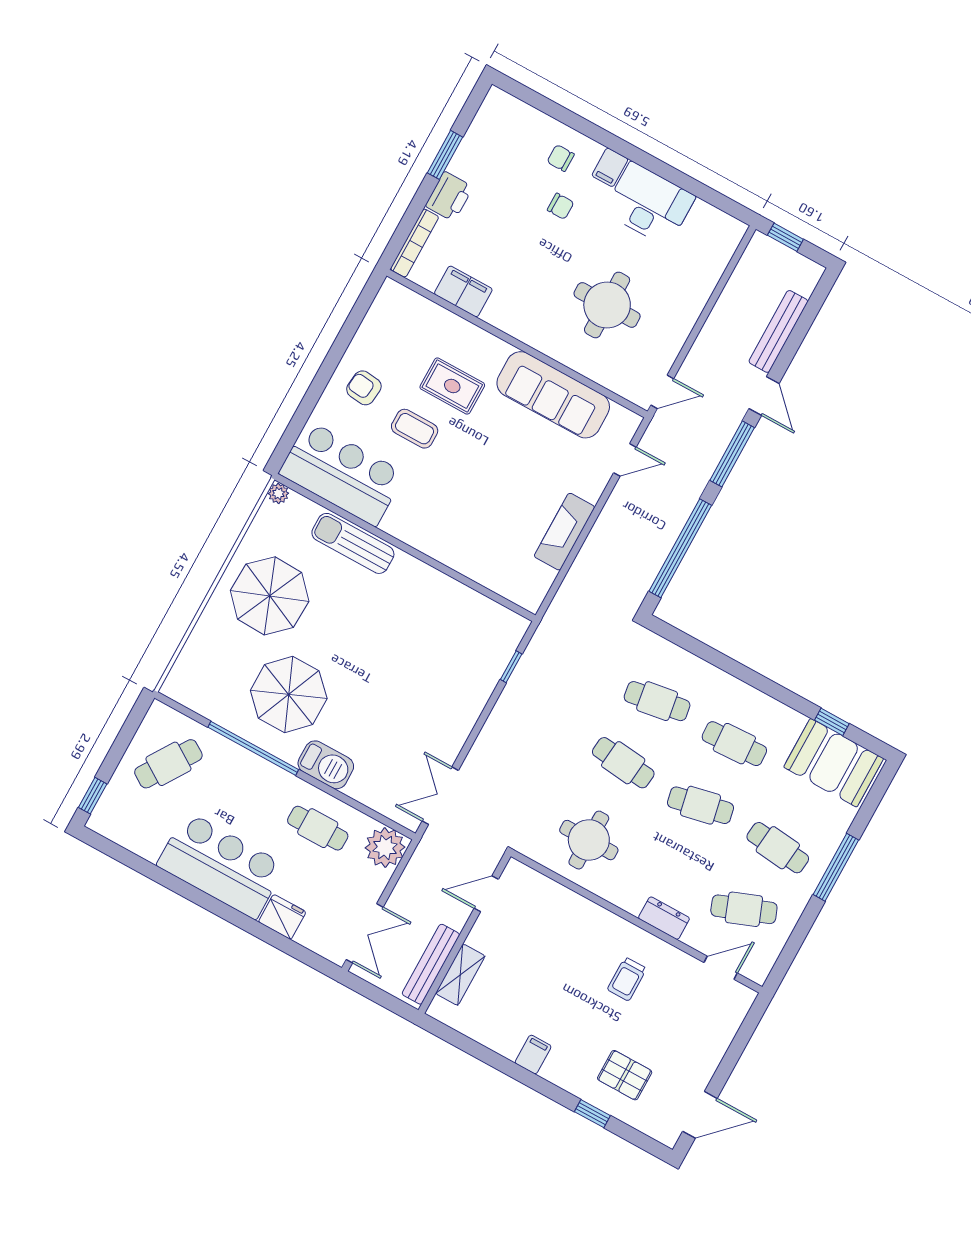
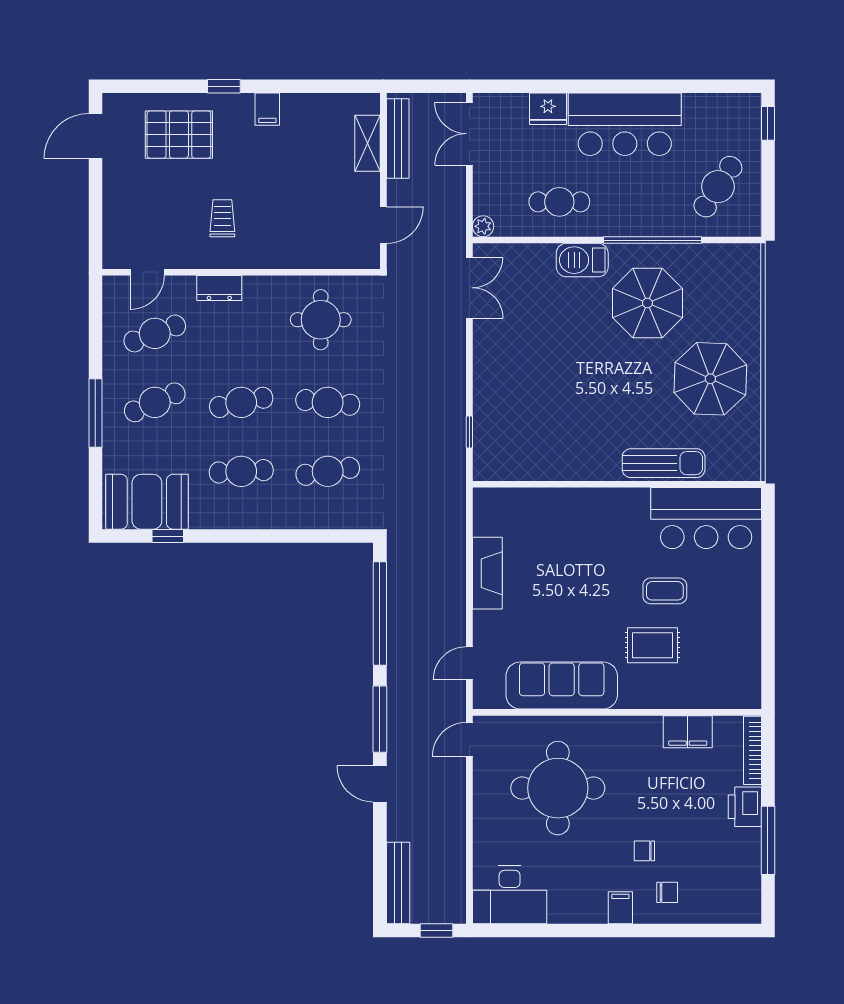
window: (445, 155) -> (768, 840), width x1.44
desk: (649, 204) -> (510, 895), moved
round table: (607, 305) -> (558, 788), width x1.36, depth x1.36
bench: (778, 331) -> (398, 883), moved
armchair: (364, 388) -> (728, 602), removed
plant: (278, 493) -> (751, 471), removed
plant: (385, 847) -> (483, 226), width x0.53, depth x0.53
cafe table: (778, 848) -> (155, 402), turned -30
pallet: (625, 1075) -> (179, 135), width x1.50, depth x1.42
window: (592, 1114) -> (224, 86), moved

